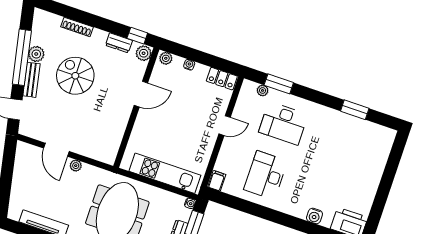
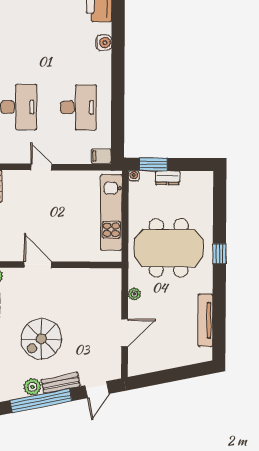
plant: (76, 166) -> (134, 294), moved
desk: (266, 175) -> (78, 107), turned -90

